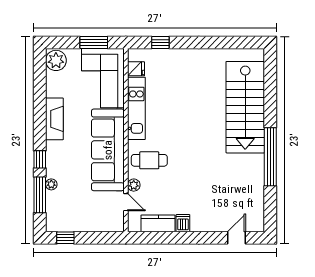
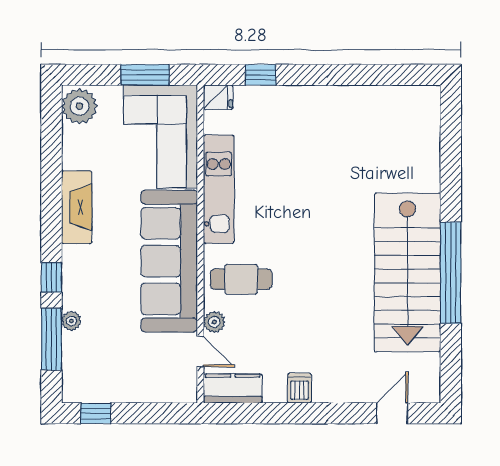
fridge: (136, 69) -> (218, 97), moved
stairs: (245, 107) -> (407, 272), moved
kitchen counter: (158, 223) -> (233, 388), moved

